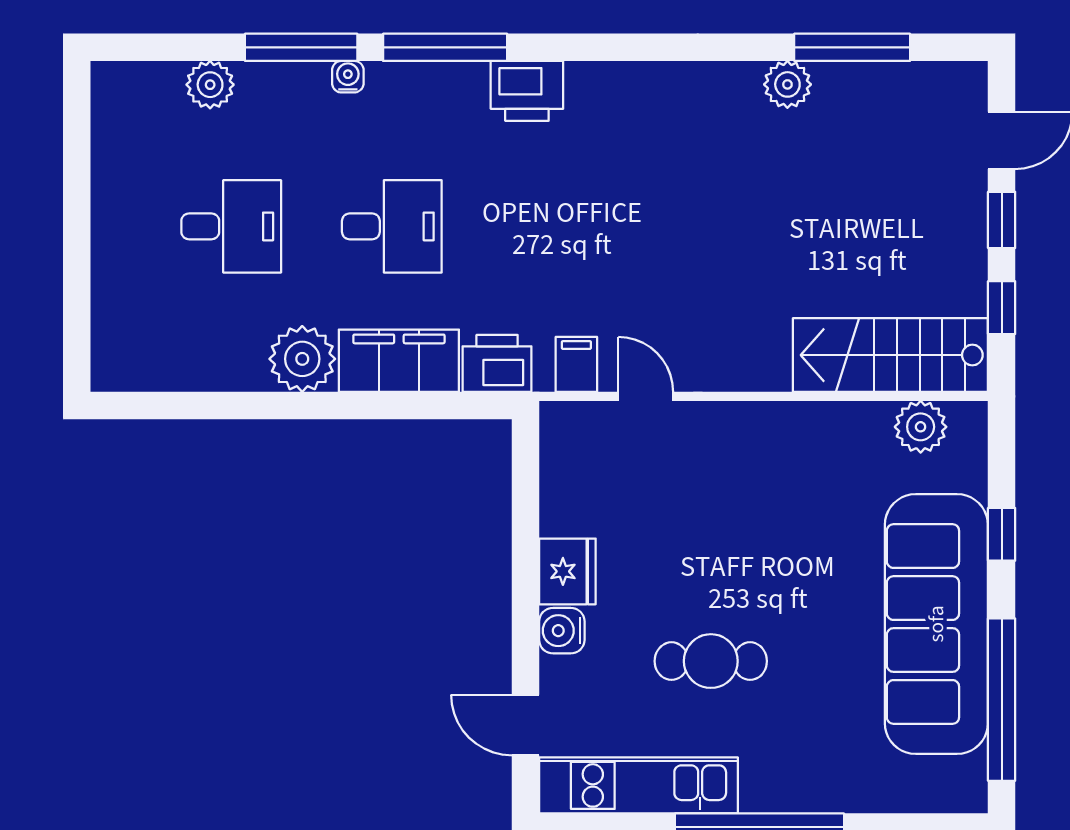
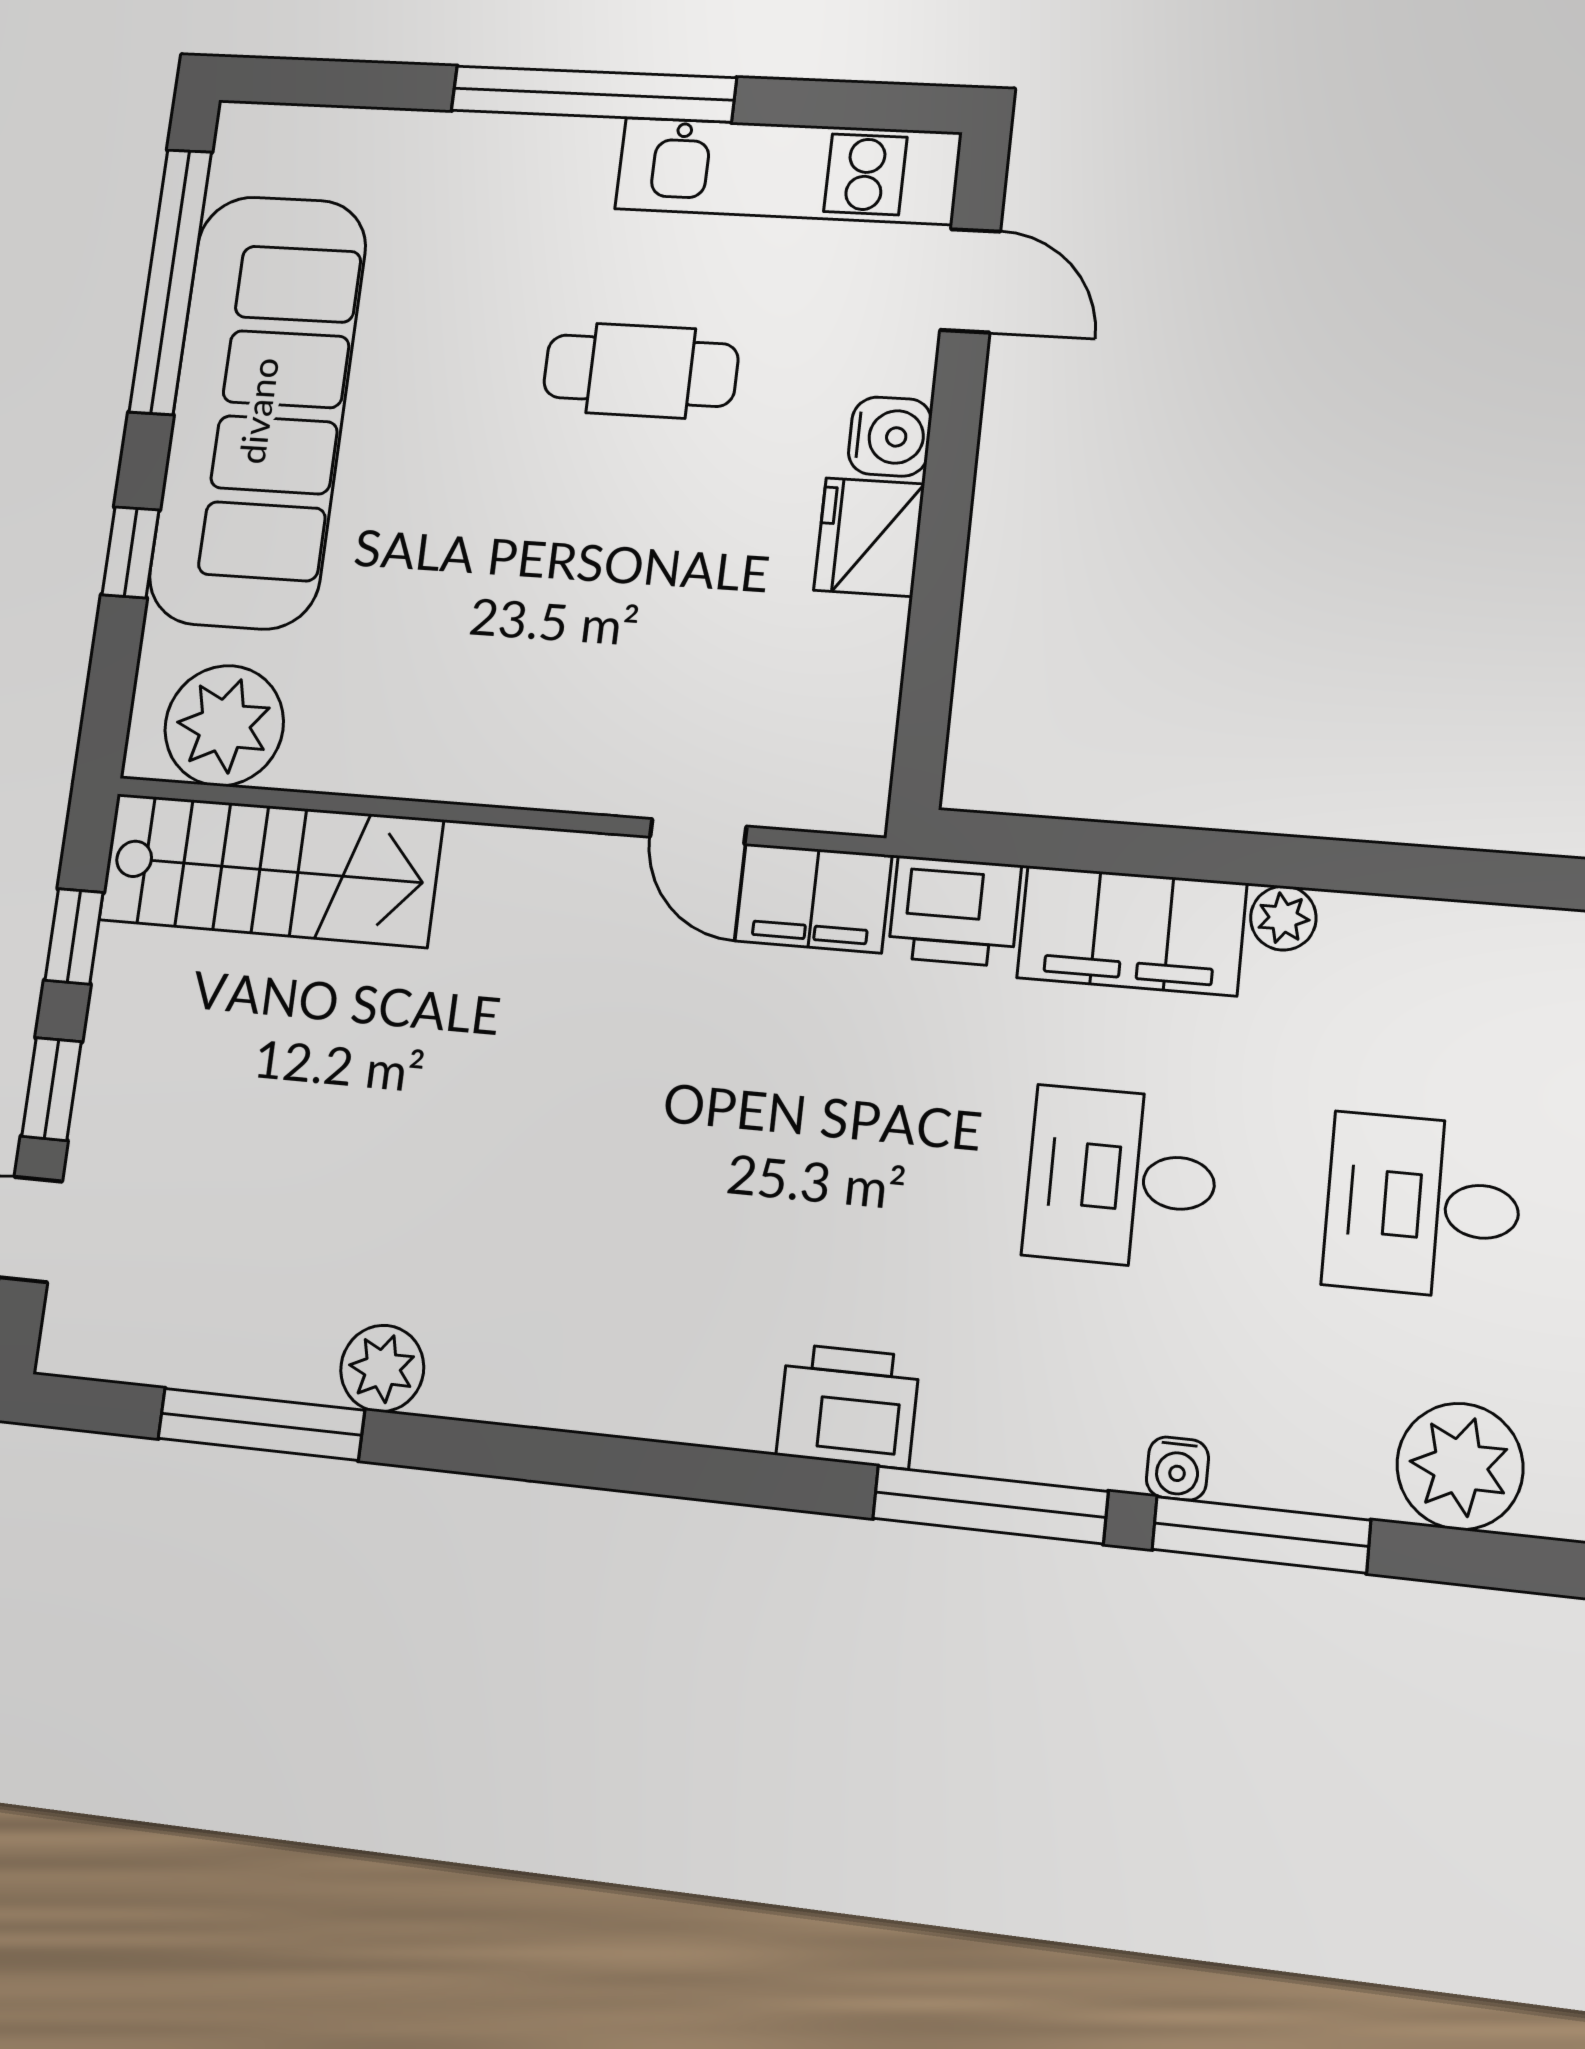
plant: (210, 85) -> (1460, 1466), width x1.36, depth x1.36
plant: (302, 359) -> (1283, 918), width x0.53, depth x0.53
filing cabinet: (576, 364) -> (813, 898), width x2.00
plant: (921, 427) -> (224, 726), width x1.36, depth x1.36

